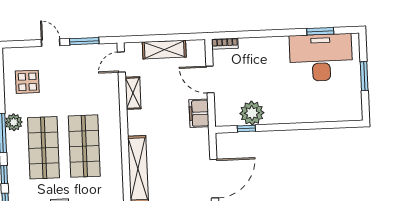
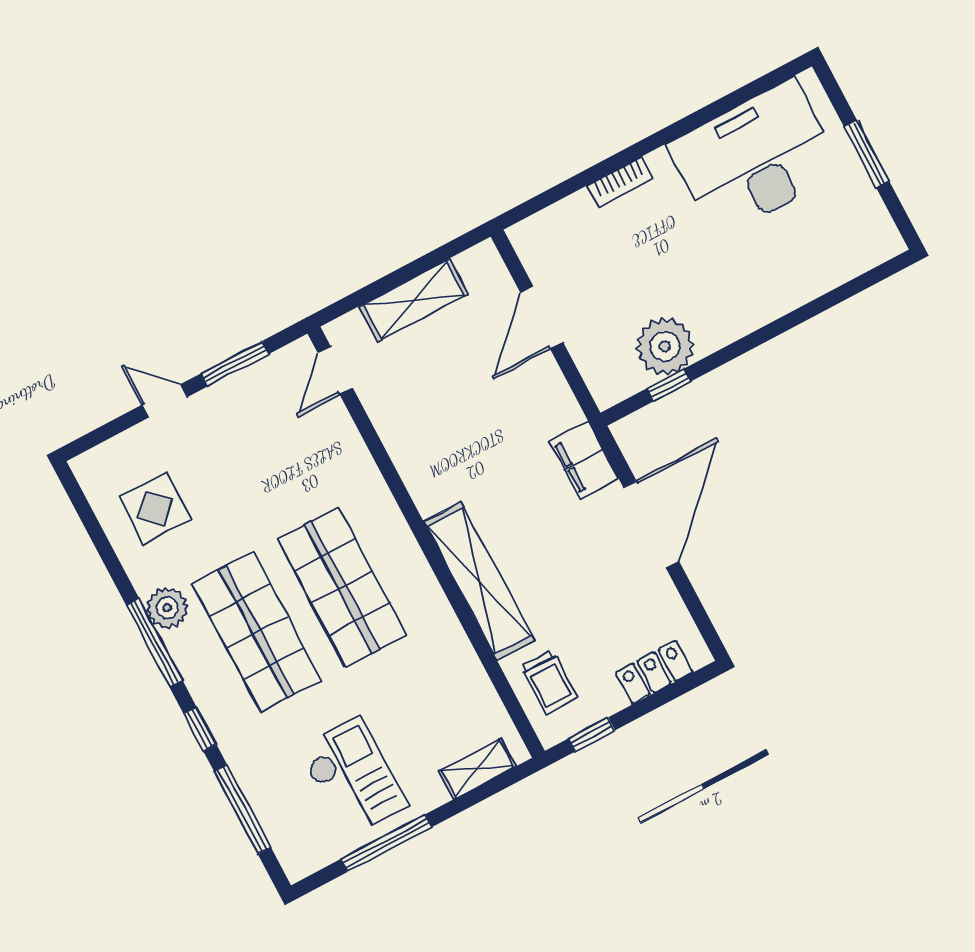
window: (320, 31) -> (727, 103), removed
bookcase: (225, 44) -> (621, 182), moved
door: (210, 79) -> (542, 318), hinge flipped
shelving: (133, 93) -> (391, 425), removed
filing cabinet: (199, 113) -> (584, 460), moved

